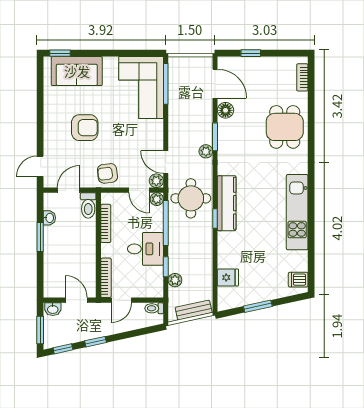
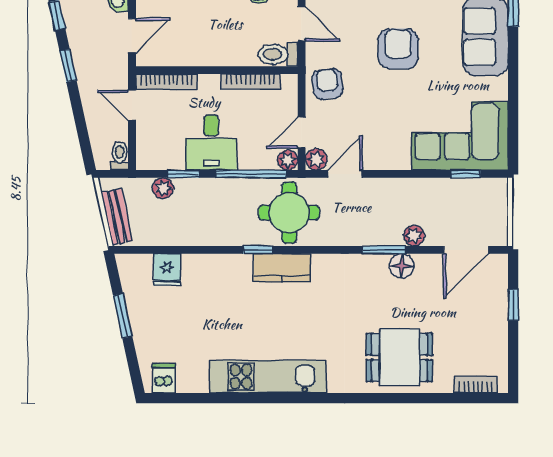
window: (166, 84) -> (466, 174), width x0.46
floor lamp: (225, 110) -> (402, 266), moved
armchair: (85, 128) -> (398, 49), turned 180
plant: (206, 151) -> (414, 236), moved
kitchen counter: (227, 203) -> (282, 268), width x0.67

